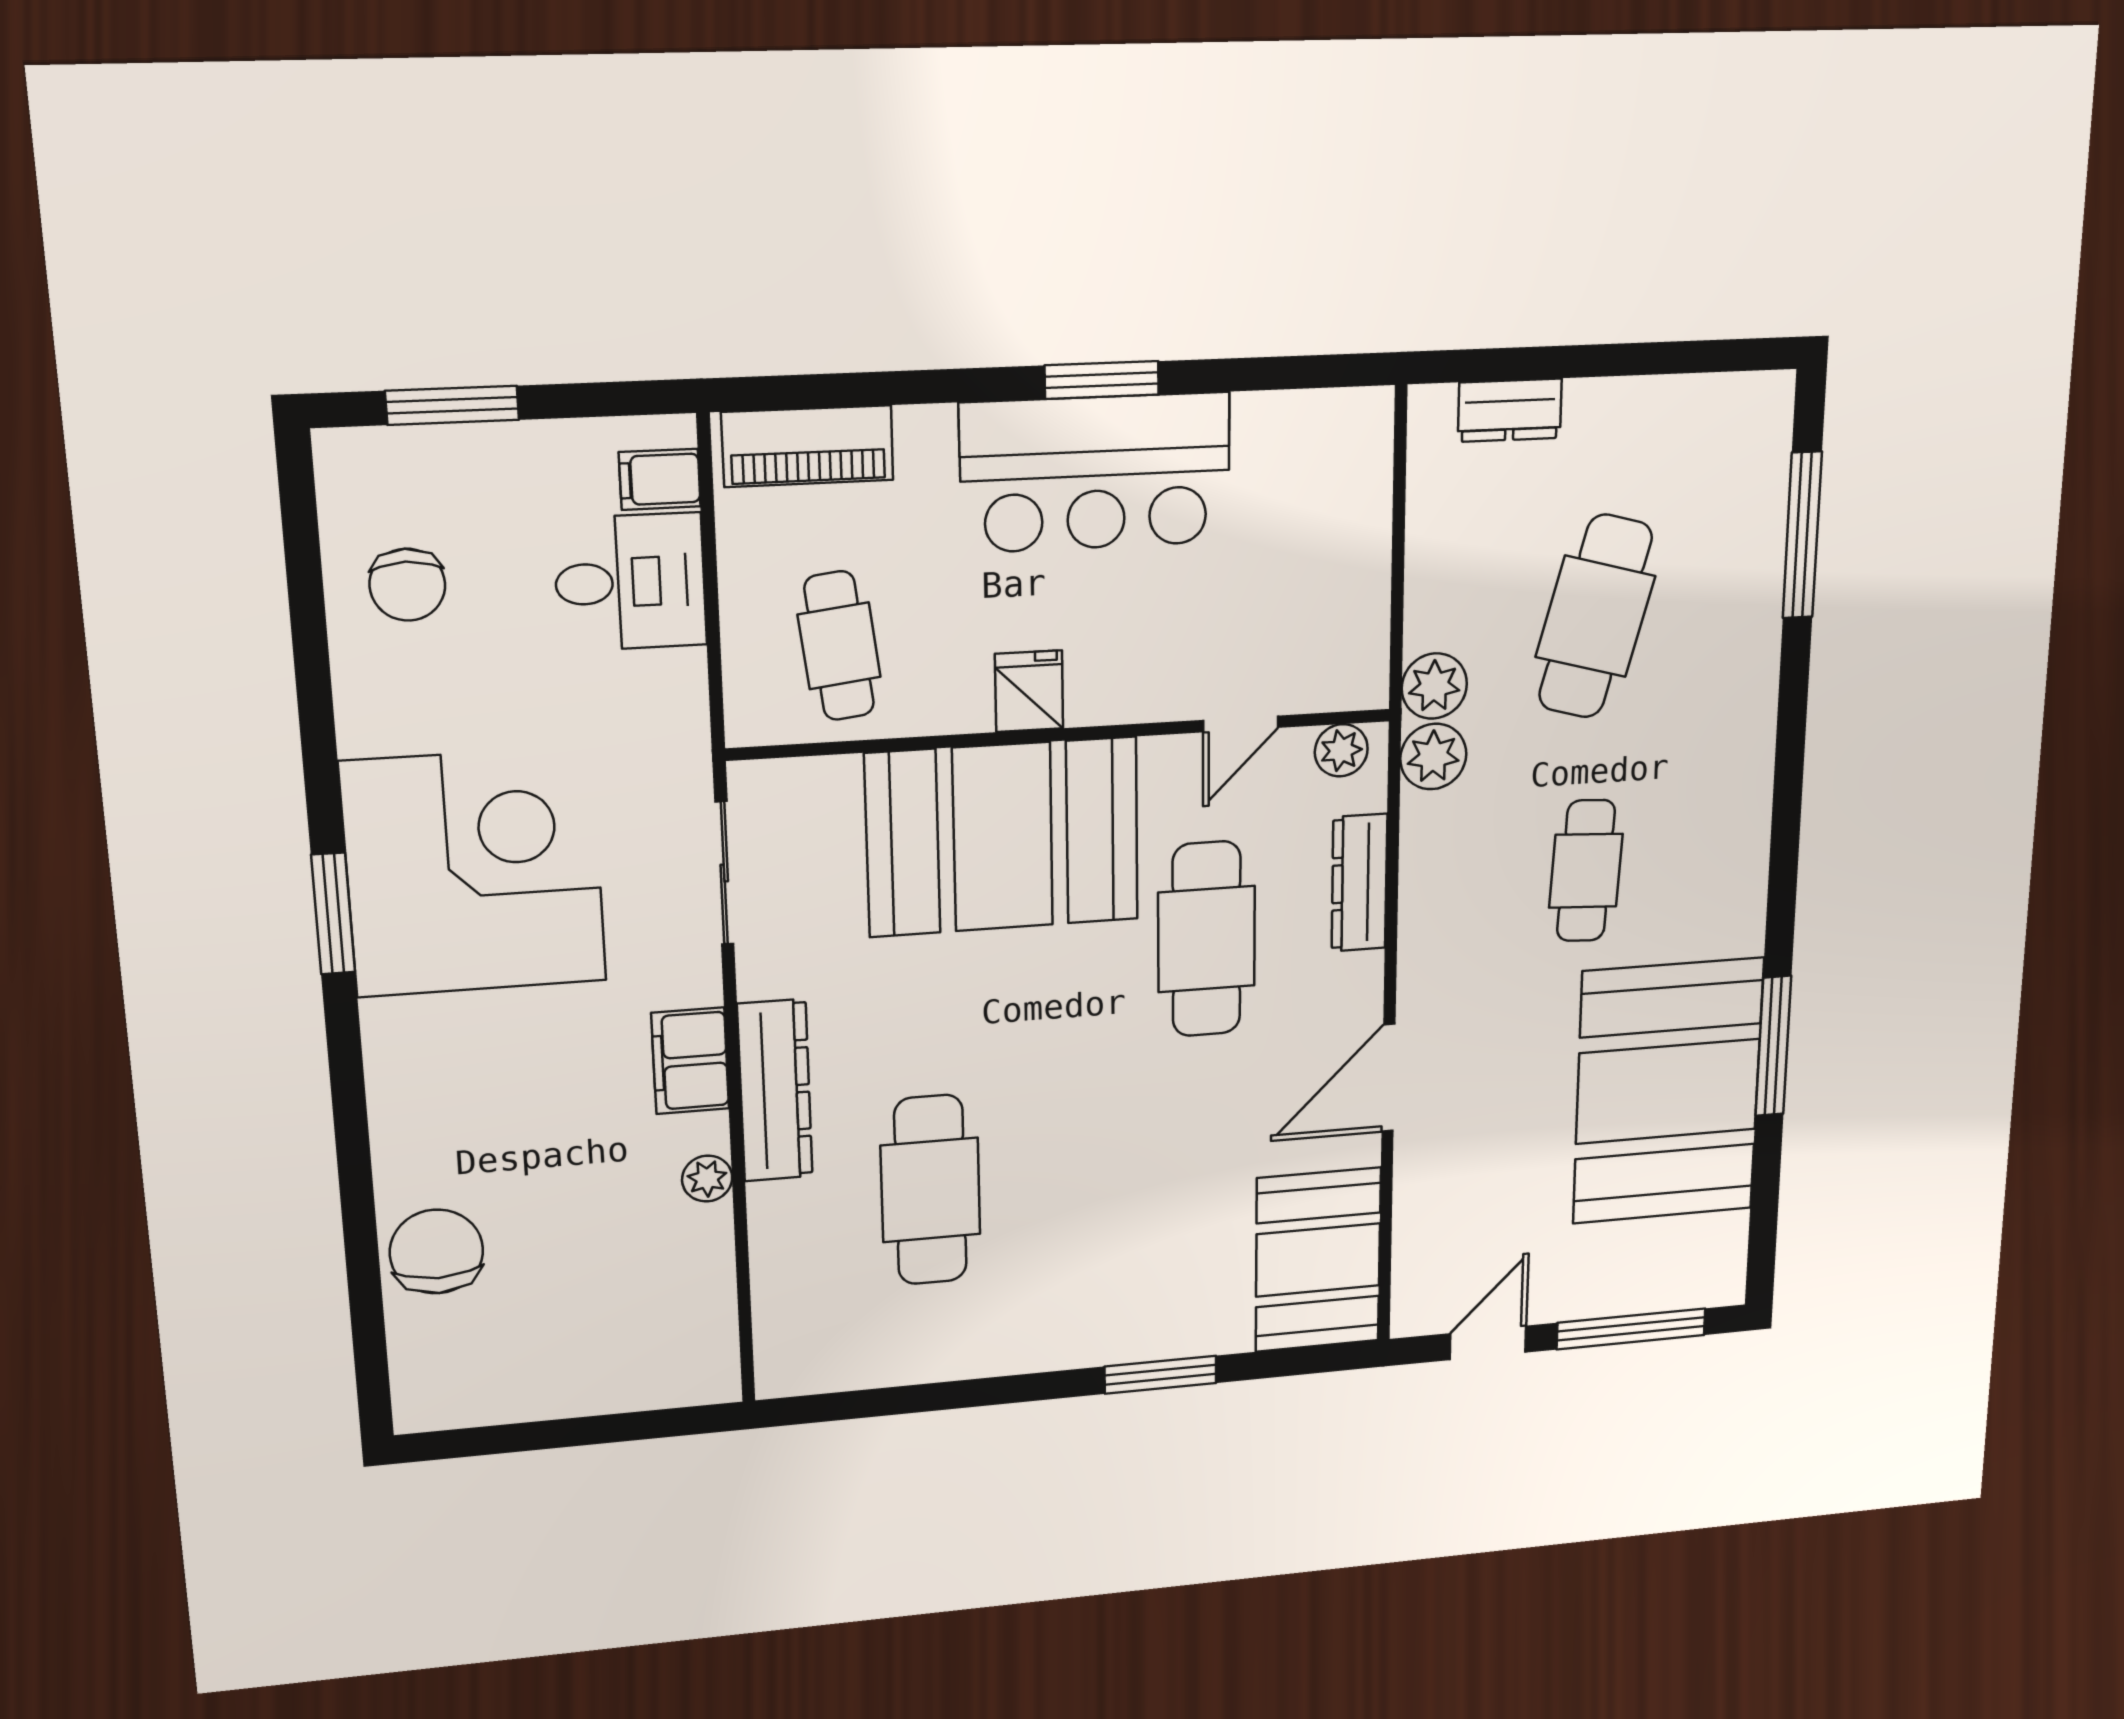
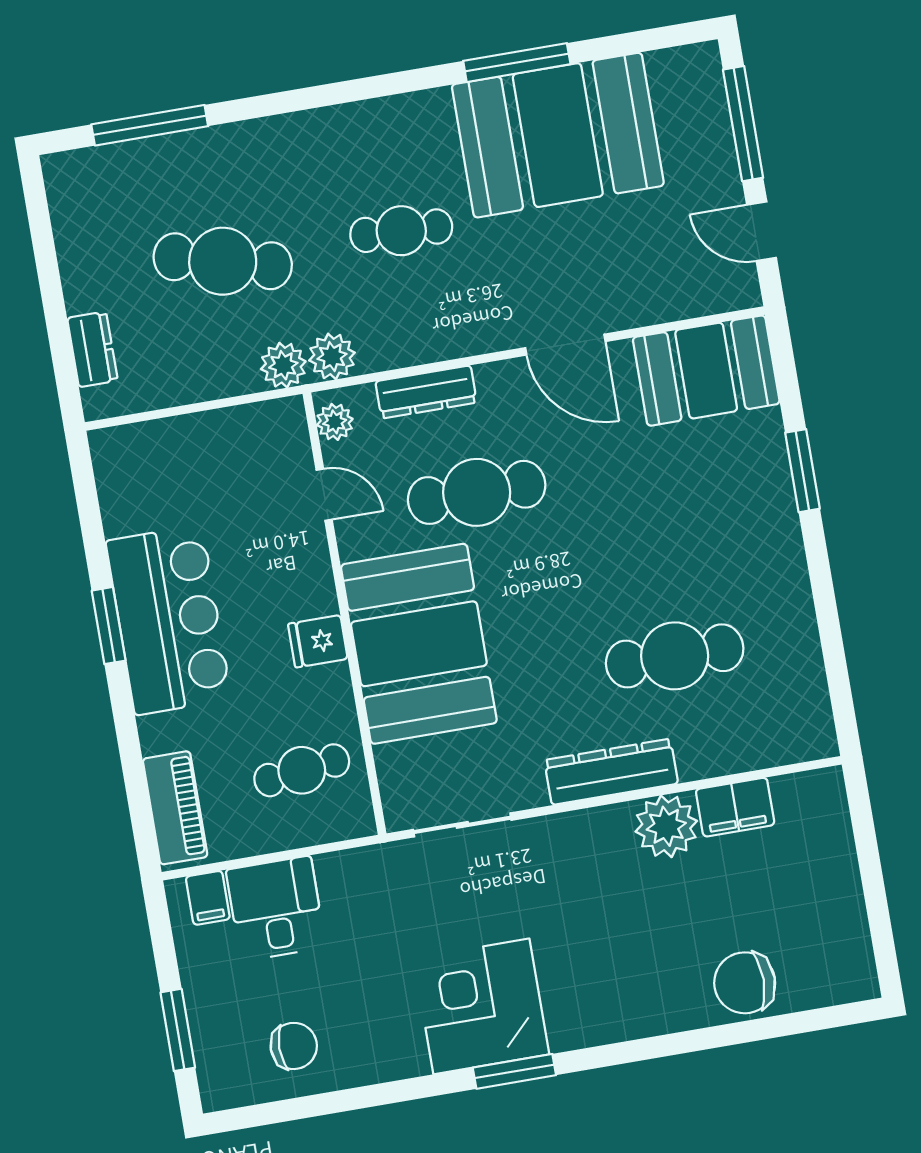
corner desk: (474, 872) -> (481, 1006), width x0.74, depth x0.74
filing cabinet: (690, 1061) -> (735, 807), moved
plant: (707, 1179) -> (666, 826), width x1.87, depth x1.87

